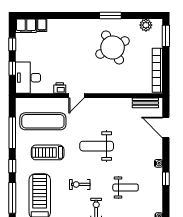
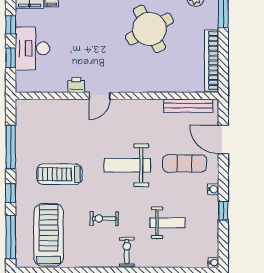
desk: (28, 78) -> (32, 48), moved
bench: (145, 103) -> (188, 106), width x1.36
exercise mat: (43, 121) -> (185, 164), moved, width x0.73, depth x0.69

